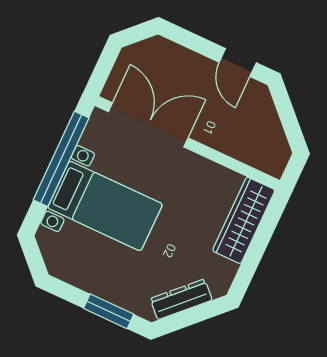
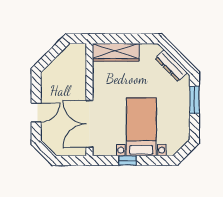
door: (238, 62) -> (36, 112), moved
window: (61, 159) -> (128, 161), width x0.32

